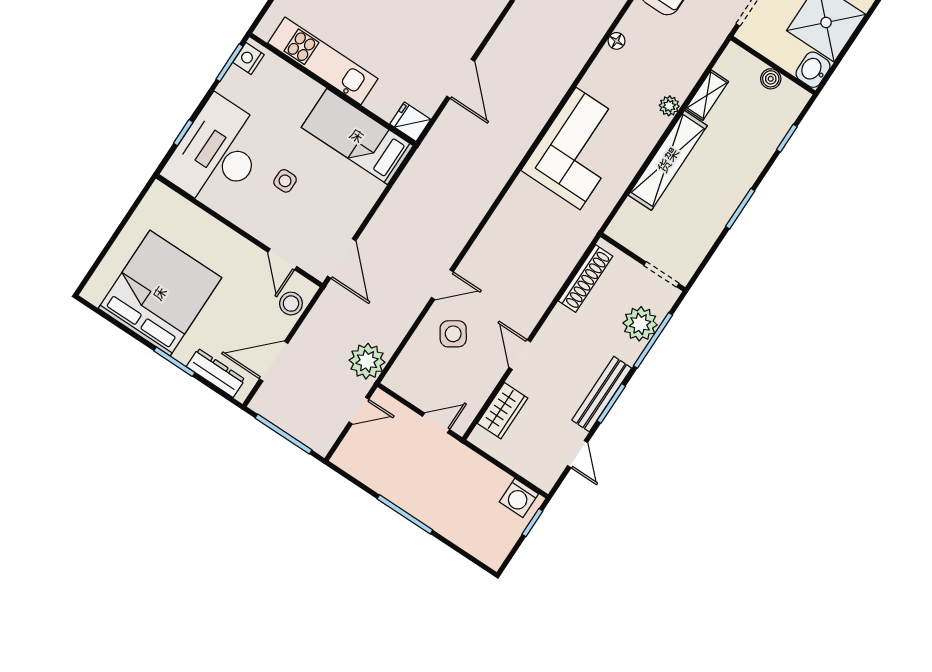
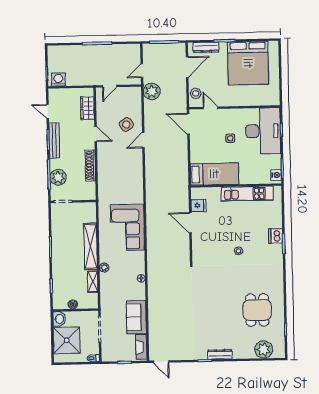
fridge: (410, 122) -> (198, 206), moved
shoe rack: (586, 278) -> (90, 165), moved

